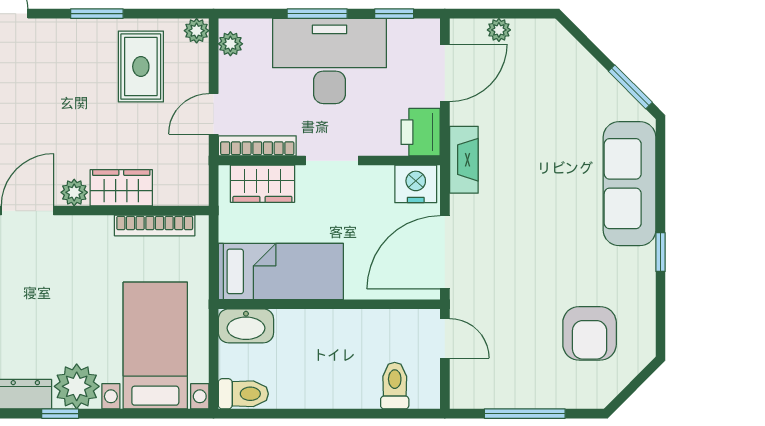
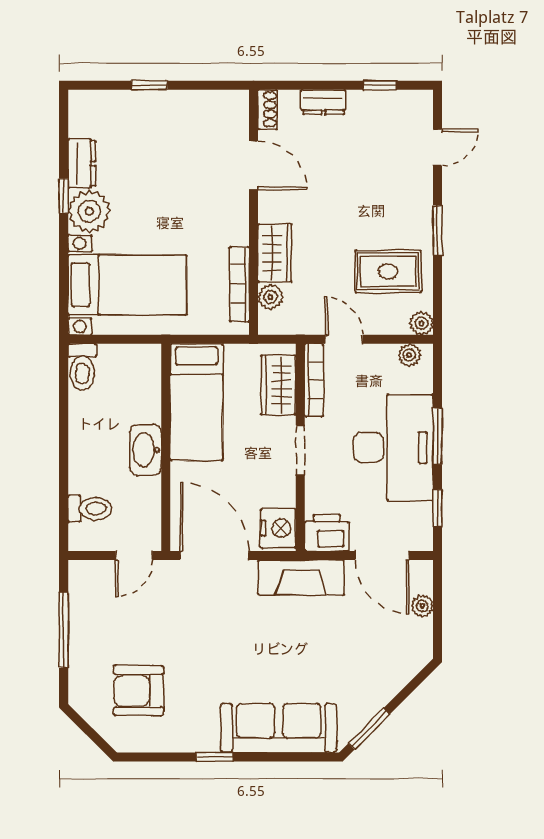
fireplace: (464, 160) -> (301, 577), width x1.37, depth x1.32
plant: (74, 192) -> (270, 297), moved
washbasin: (246, 326) -> (146, 450), moved

